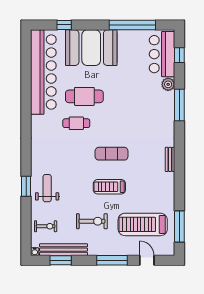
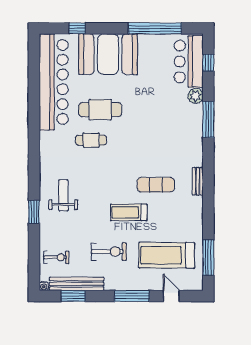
exercise mat: (112, 154) -> (156, 185), moved
weight bench: (47, 188) -> (63, 195), moved

